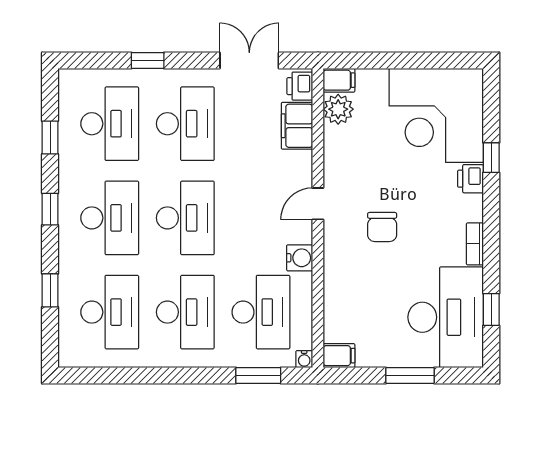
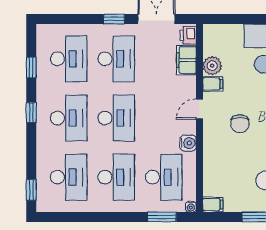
window: (148, 60) -> (114, 19), moved
filing cabinet: (339, 80) -> (213, 84), moved
plant: (338, 109) -> (212, 66), moved
window: (50, 290) -> (31, 190), moved

